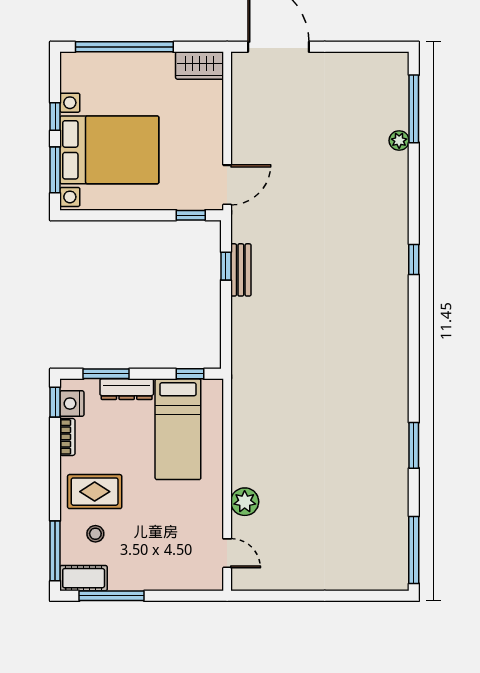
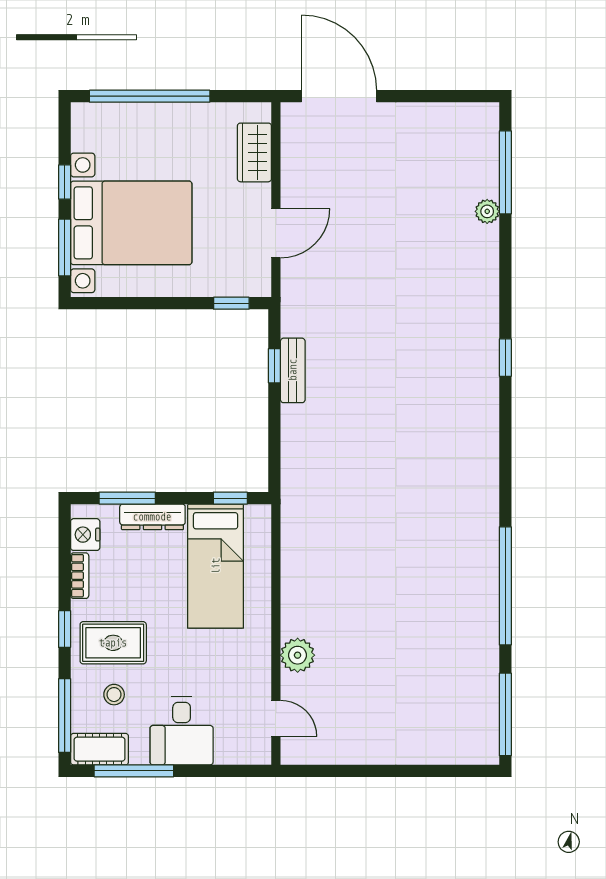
wardrobe: (200, 66) -> (254, 152), moved, turned 90
door: (227, 185) -> (276, 233), moved
window: (55, 402) -> (65, 629), moved
window: (414, 445) -> (505, 586), width x2.11
desk: (150, 563) -> (182, 731), added

